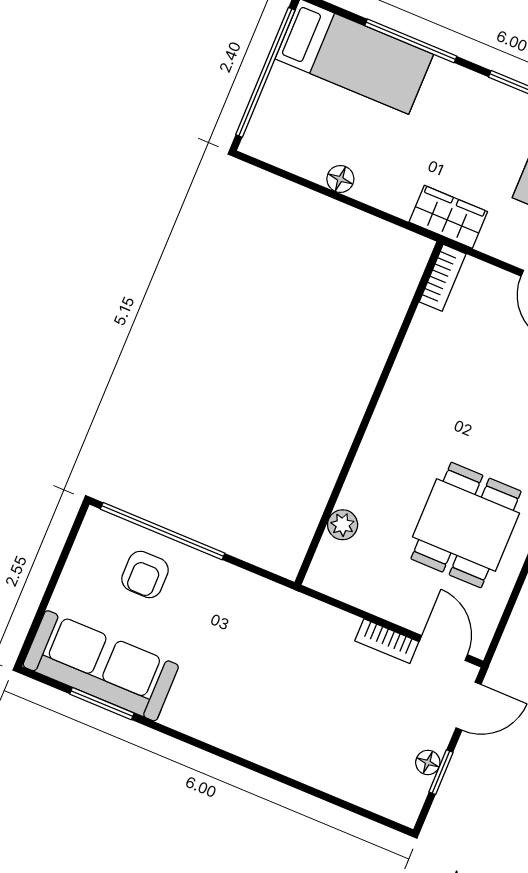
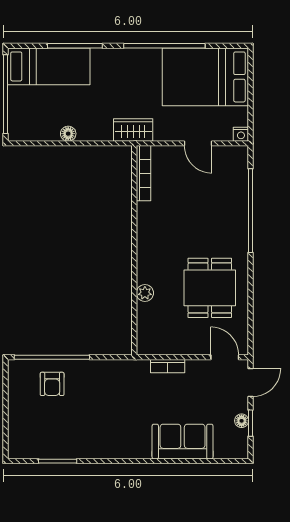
bookcase: (443, 278) -> (143, 173), width x1.56
plant: (343, 525) -> (145, 293), moved
bookcase: (387, 641) -> (168, 366), moved
sofa: (101, 666) -> (183, 442), moved, width x0.73

